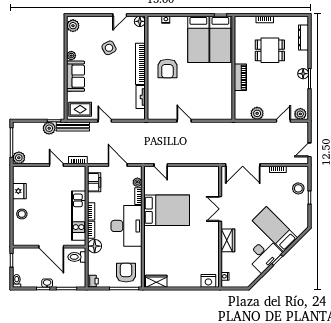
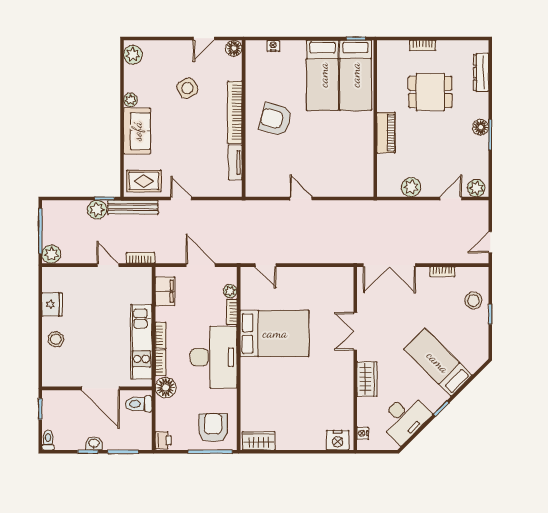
armchair: (167, 69) -> (276, 119), turned 105
desk: (264, 255) -> (404, 418), moved

